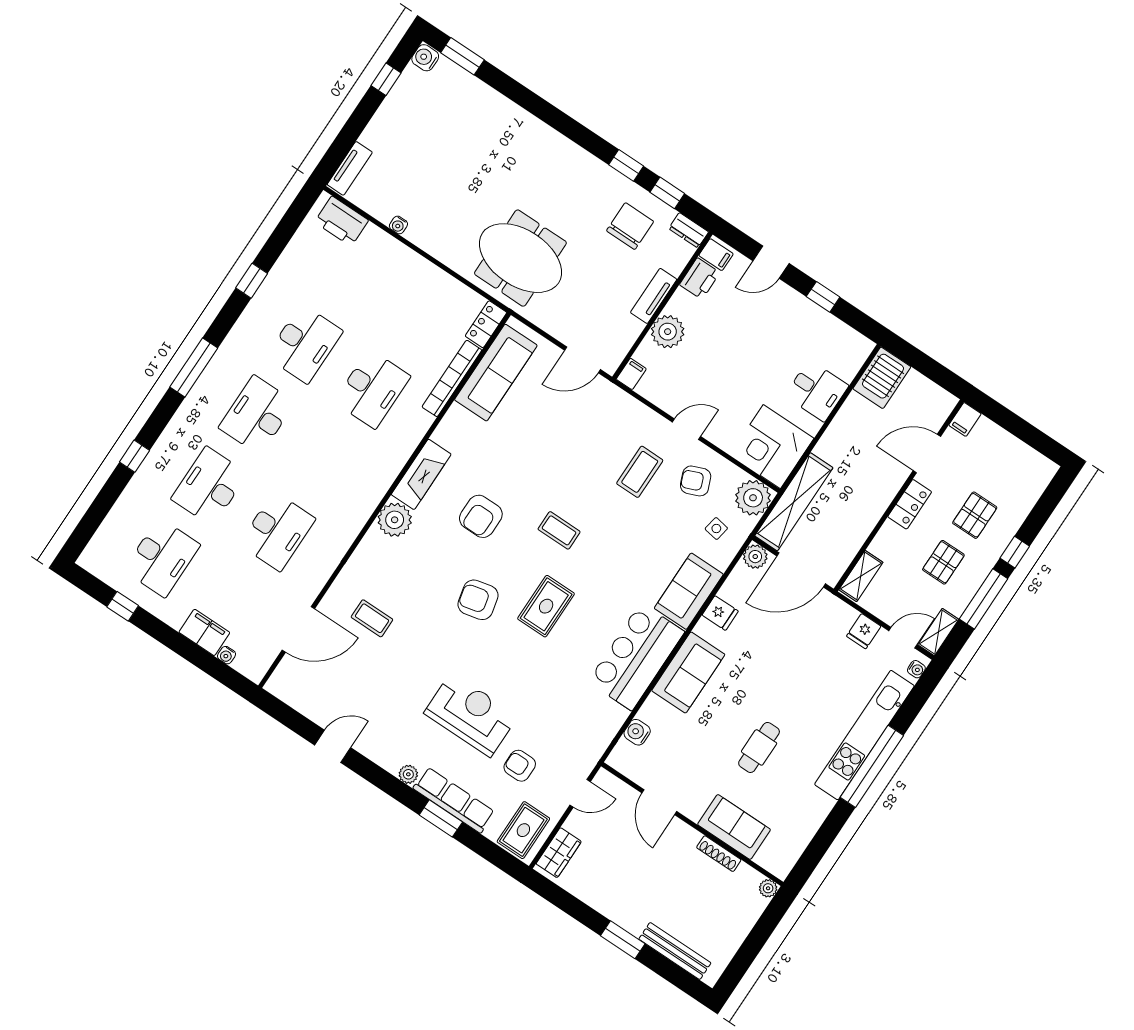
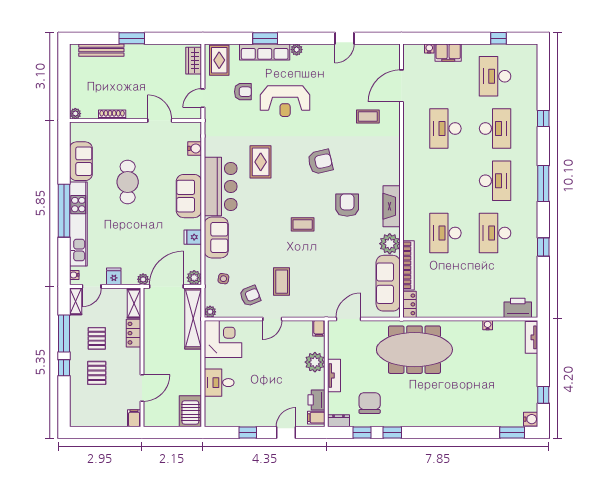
chair: (630, 226) -> (370, 403), turned 180
meeting table: (520, 258) -> (414, 350), width x1.36
plant: (753, 498) -> (210, 312), width x0.53, depth x0.53
locker: (910, 504) -> (133, 333), moved
plant: (395, 520) -> (390, 244), moved
plant: (826, 601) -> (143, 279), added
rug: (546, 606) -> (261, 162), moved
cafe table: (759, 747) -> (128, 182), width x1.37, depth x1.35
sofa: (734, 827) -> (81, 161), moved, turned -90

